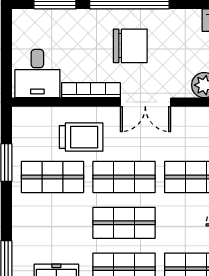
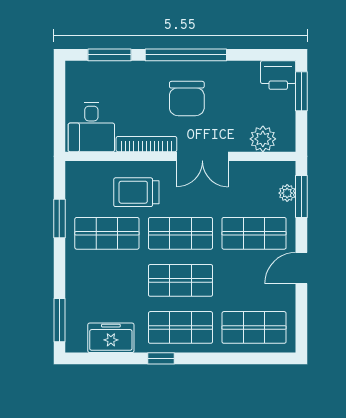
chair: (130, 46) -> (187, 99), turned 90
trolley: (81, 137) -> (136, 192), turned 180

